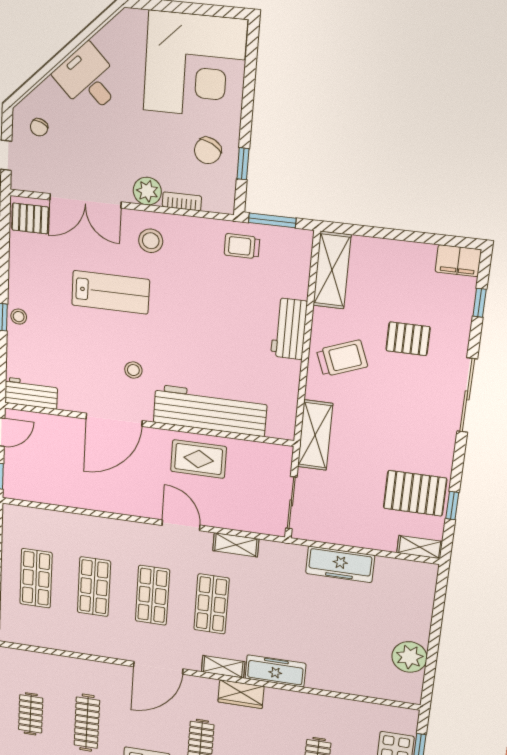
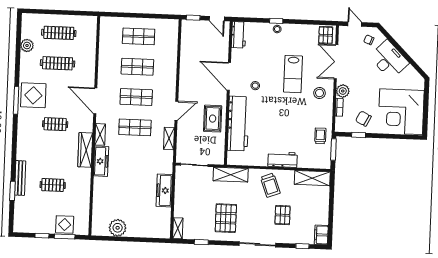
desk: (88, 79) -> (389, 60), width x1.37
pallet: (415, 493) -> (226, 218), moved
wardrobe: (241, 694) -> (85, 150), width x1.50
clothes rail: (31, 714) -> (59, 33), width x1.36

